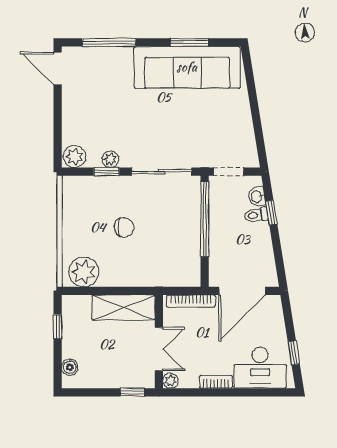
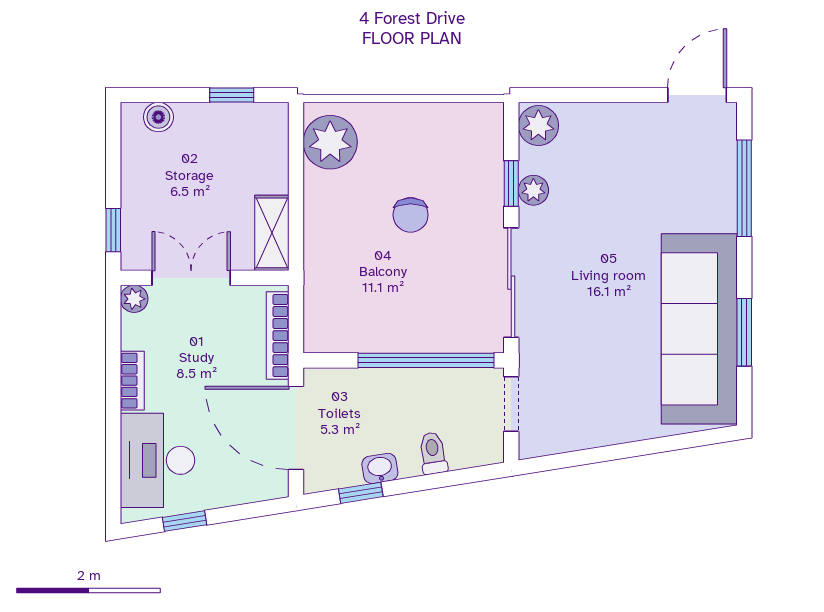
washbasin: (257, 197) -> (380, 468), moved
window: (271, 213) -> (361, 493), moved
shelving: (124, 307) -> (272, 233), width x0.67, depth x0.75
double door: (159, 349) -> (191, 278), swing flipped

